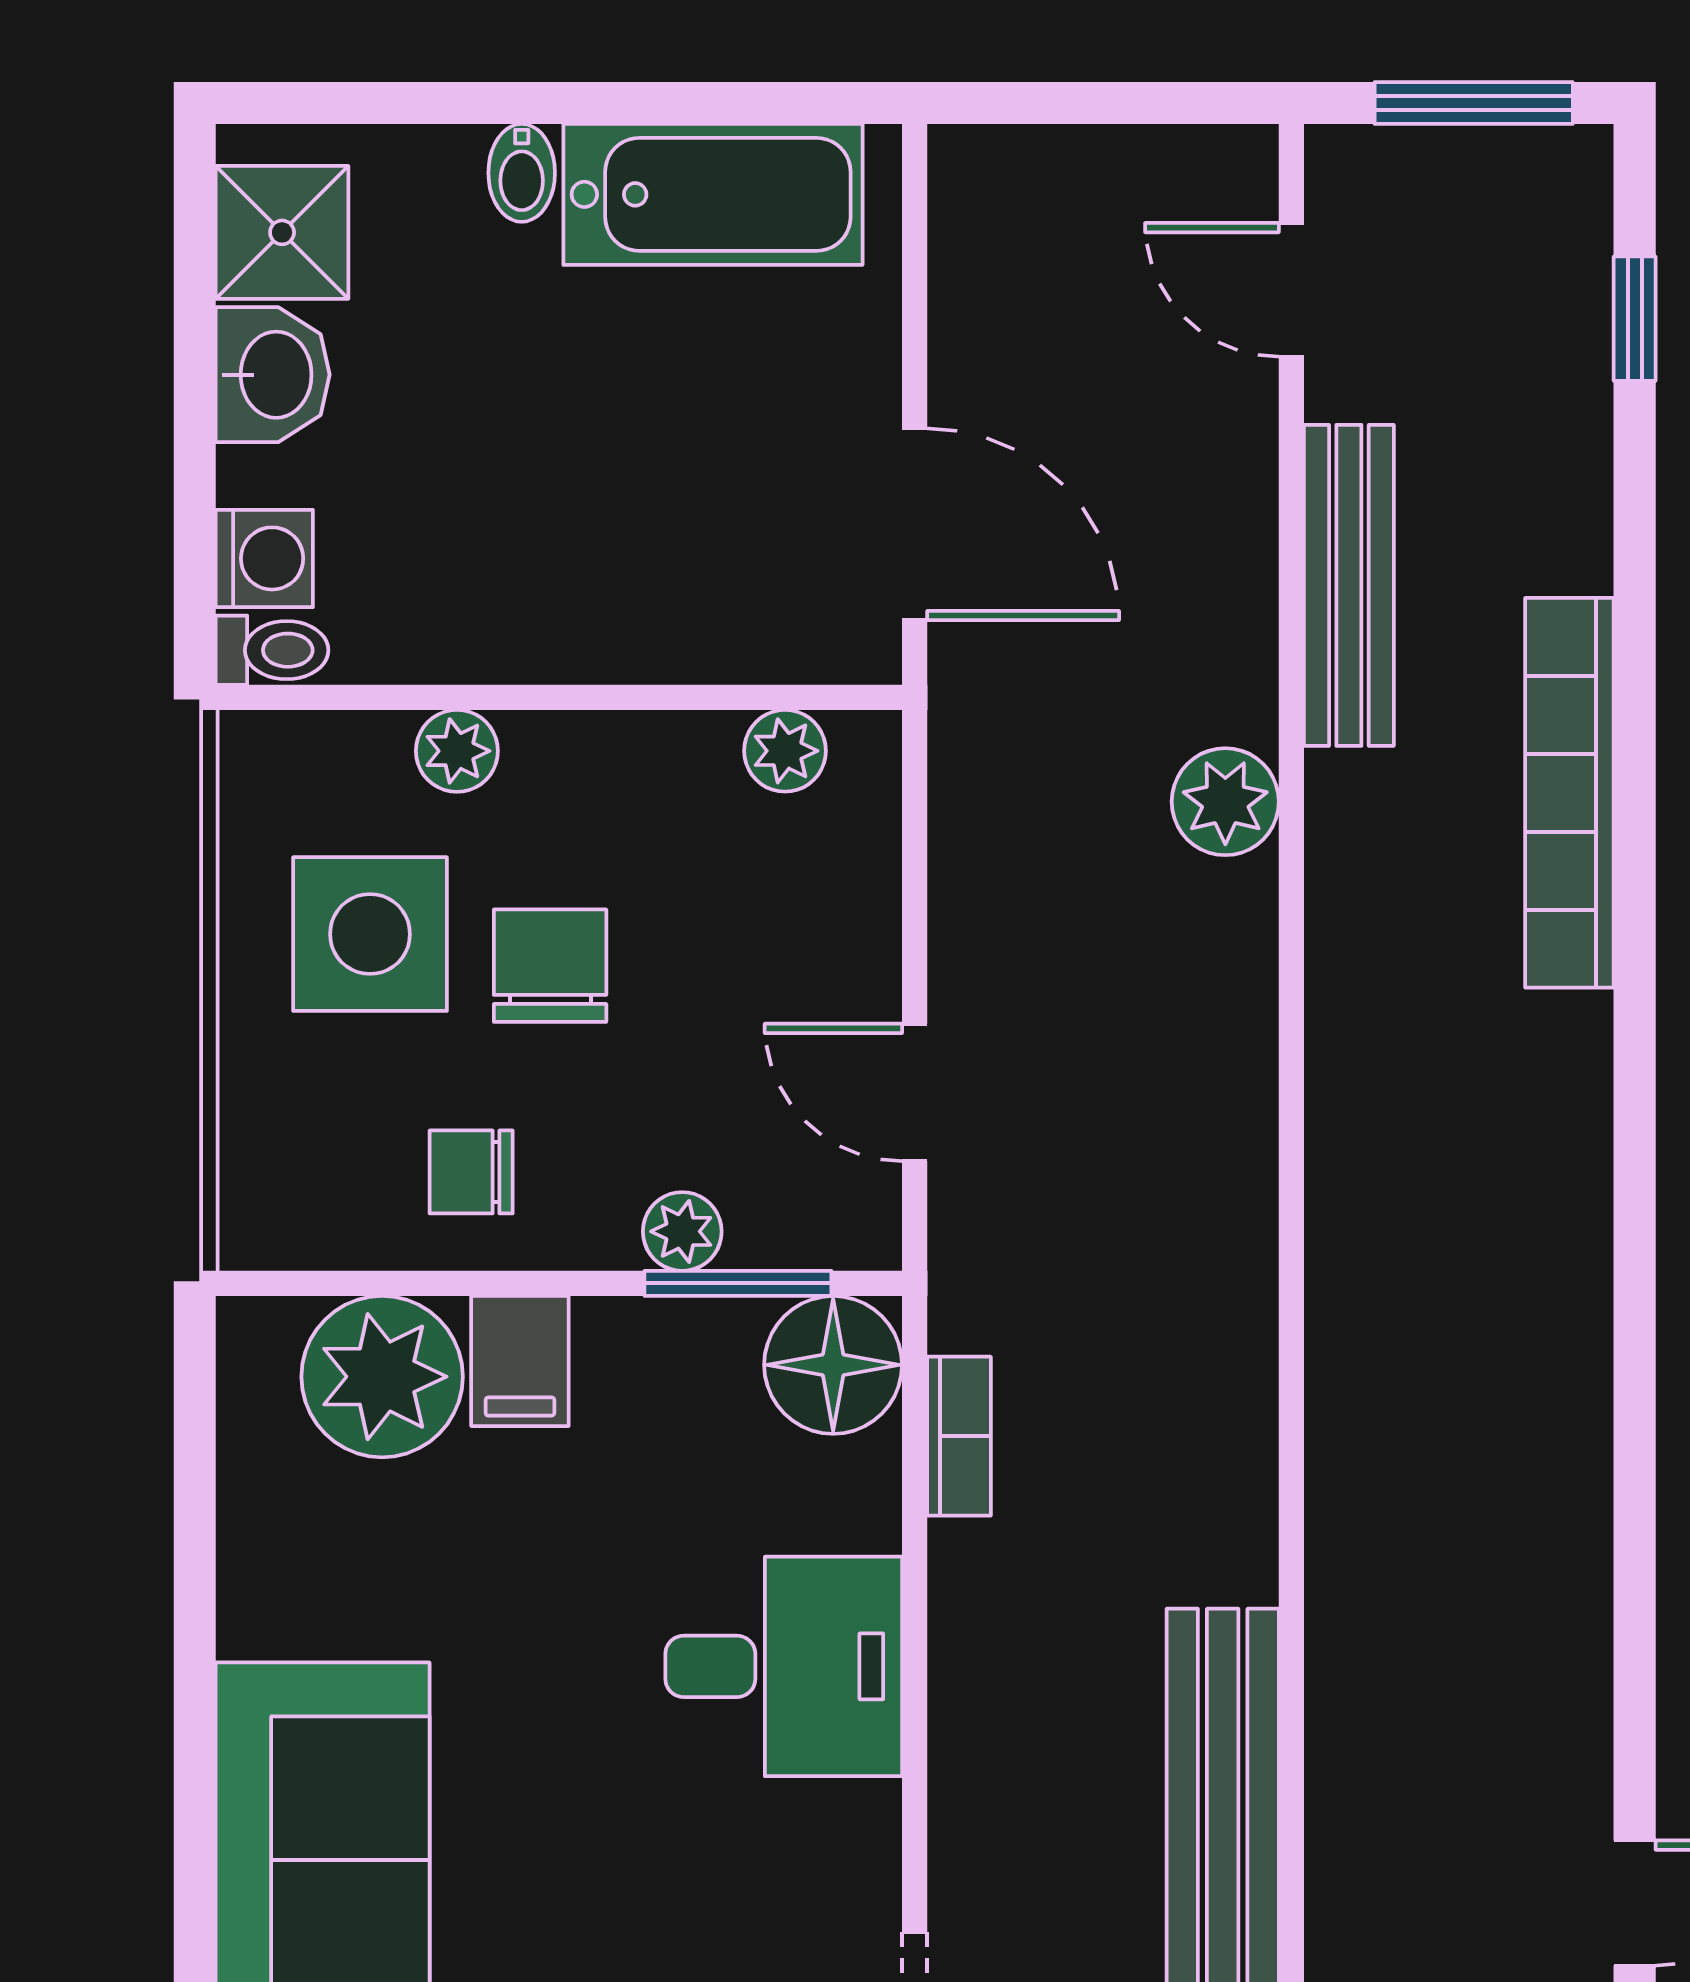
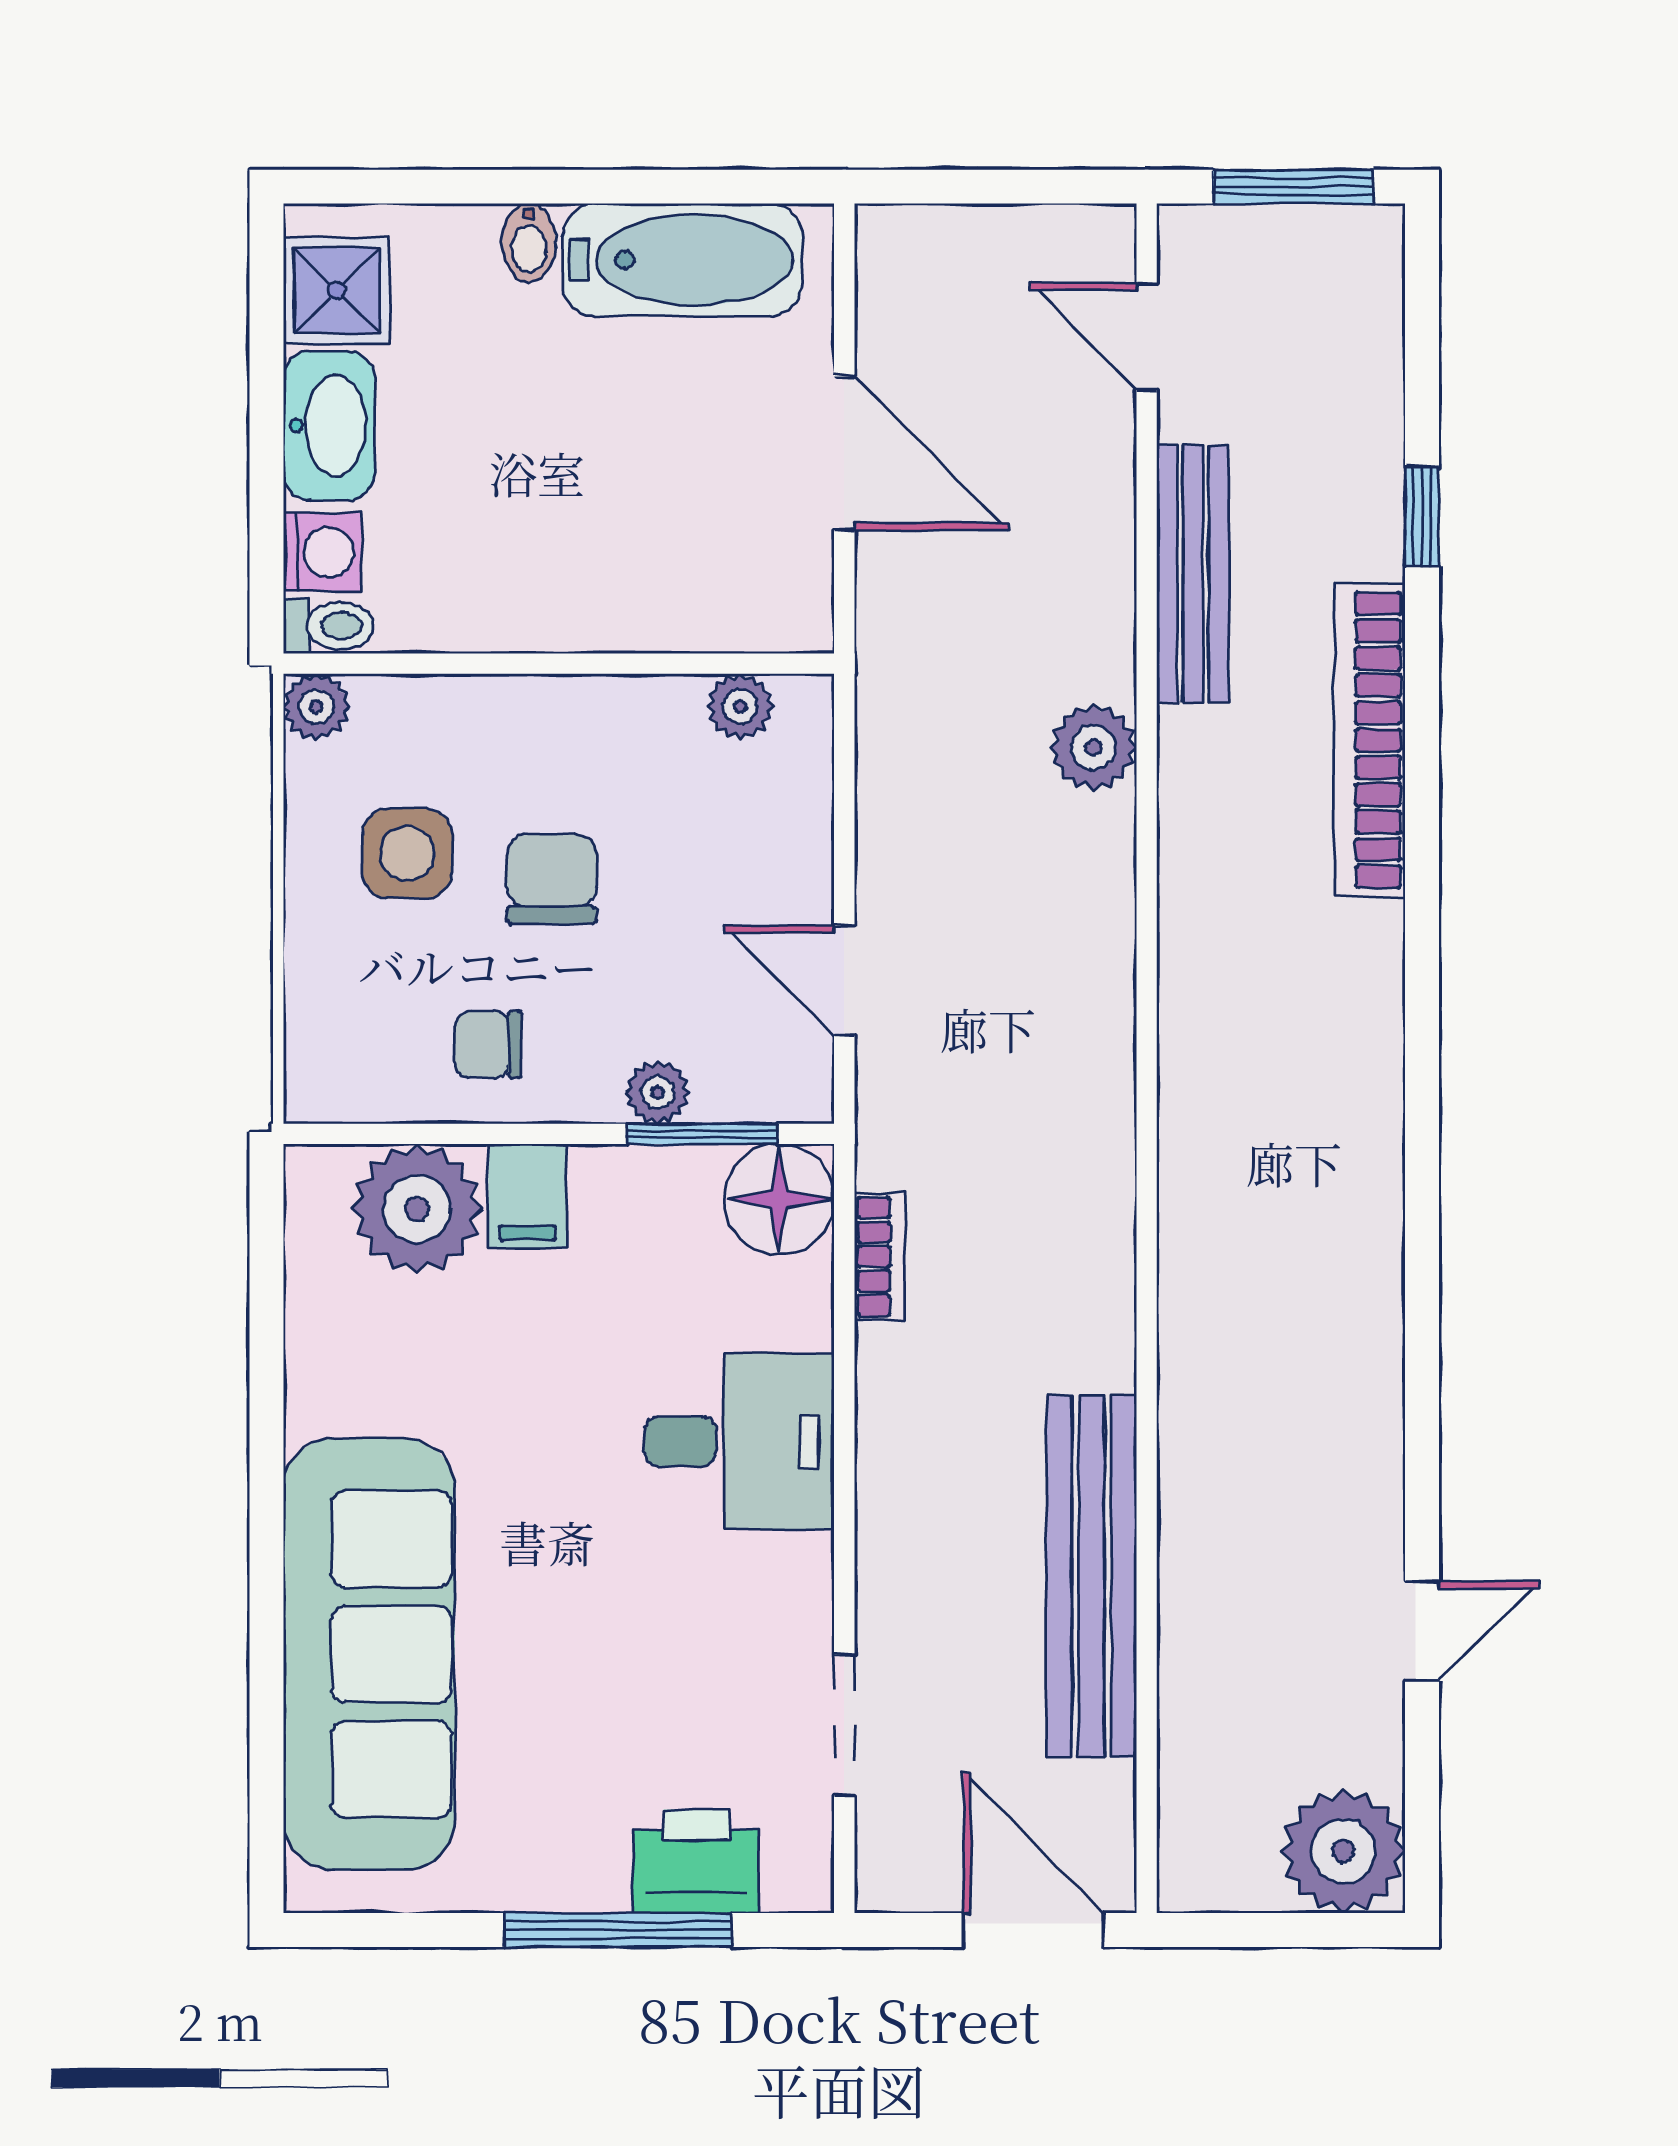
window: (1635, 319) -> (1422, 517), moved
washbasin: (273, 375) -> (329, 426), width x1.38
door: (915, 524) -> (844, 453), moved
plant: (457, 751) -> (316, 707), moved
side table: (370, 934) -> (407, 854), width x0.73, depth x0.73

